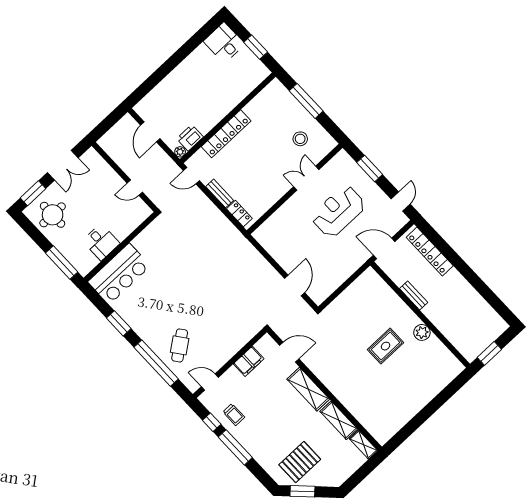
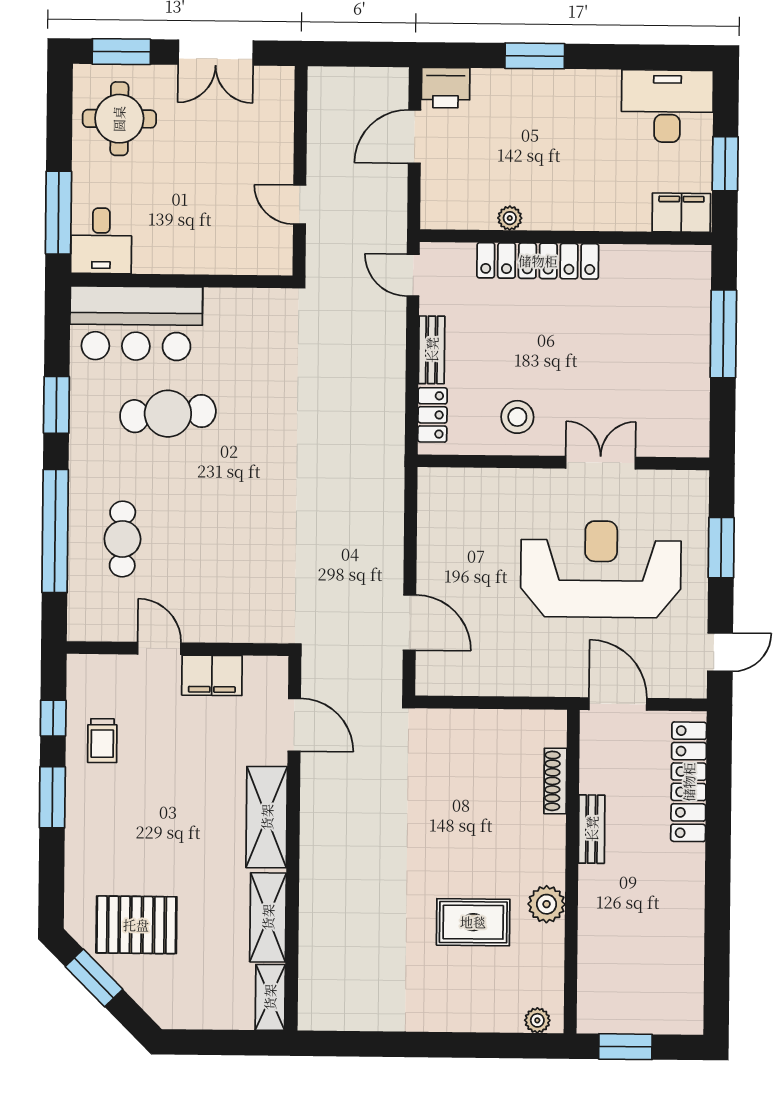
desk: (224, 43) -> (667, 106), width x1.37
window: (164, 71) -> (535, 56), added
filing cabinet: (257, 76) -> (681, 213), added
printer: (190, 138) -> (446, 88), moved, turned 180
stool: (300, 139) -> (517, 417), moved
plant: (180, 152) -> (510, 218), moved
reception desk: (338, 211) -> (601, 569), width x1.36, depth x1.30
desk: (101, 242) -> (101, 241), moved
door: (295, 285) -> (409, 623), hinge flipped
shoe rack: (388, 291) -> (555, 781), added
cafe table: (156, 293) -> (168, 414), added
cafe table: (180, 345) -> (122, 539), turned -53
rug: (386, 346) -> (473, 922), moved
plant: (454, 372) -> (537, 1020), added
door: (210, 382) -> (159, 648), moved
window: (235, 447) -> (52, 797), width x0.69

